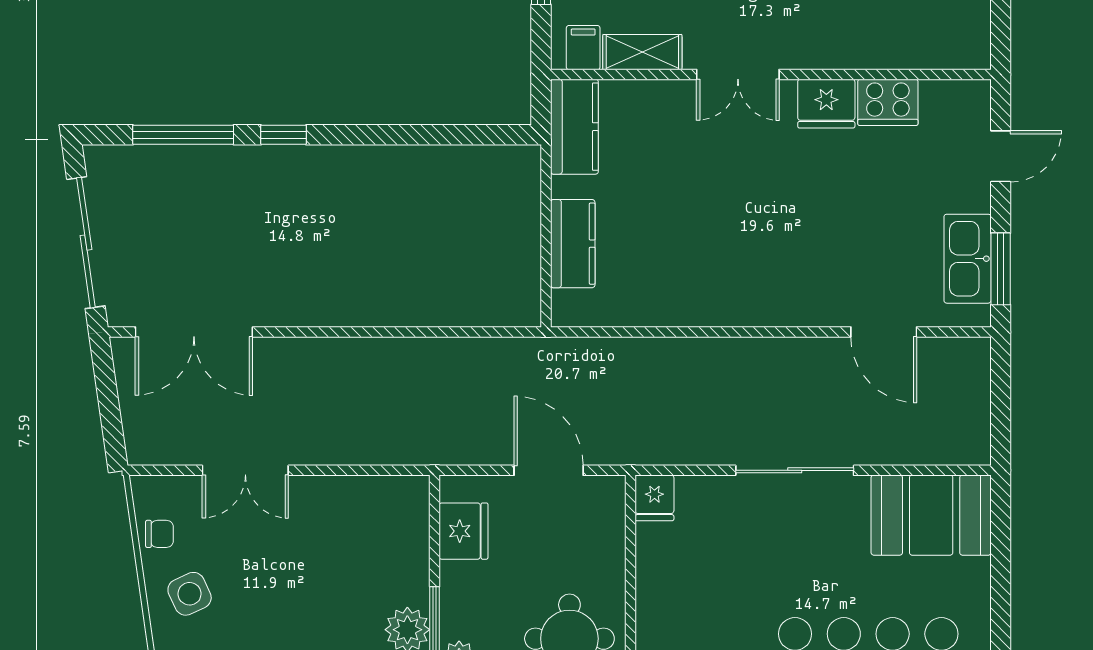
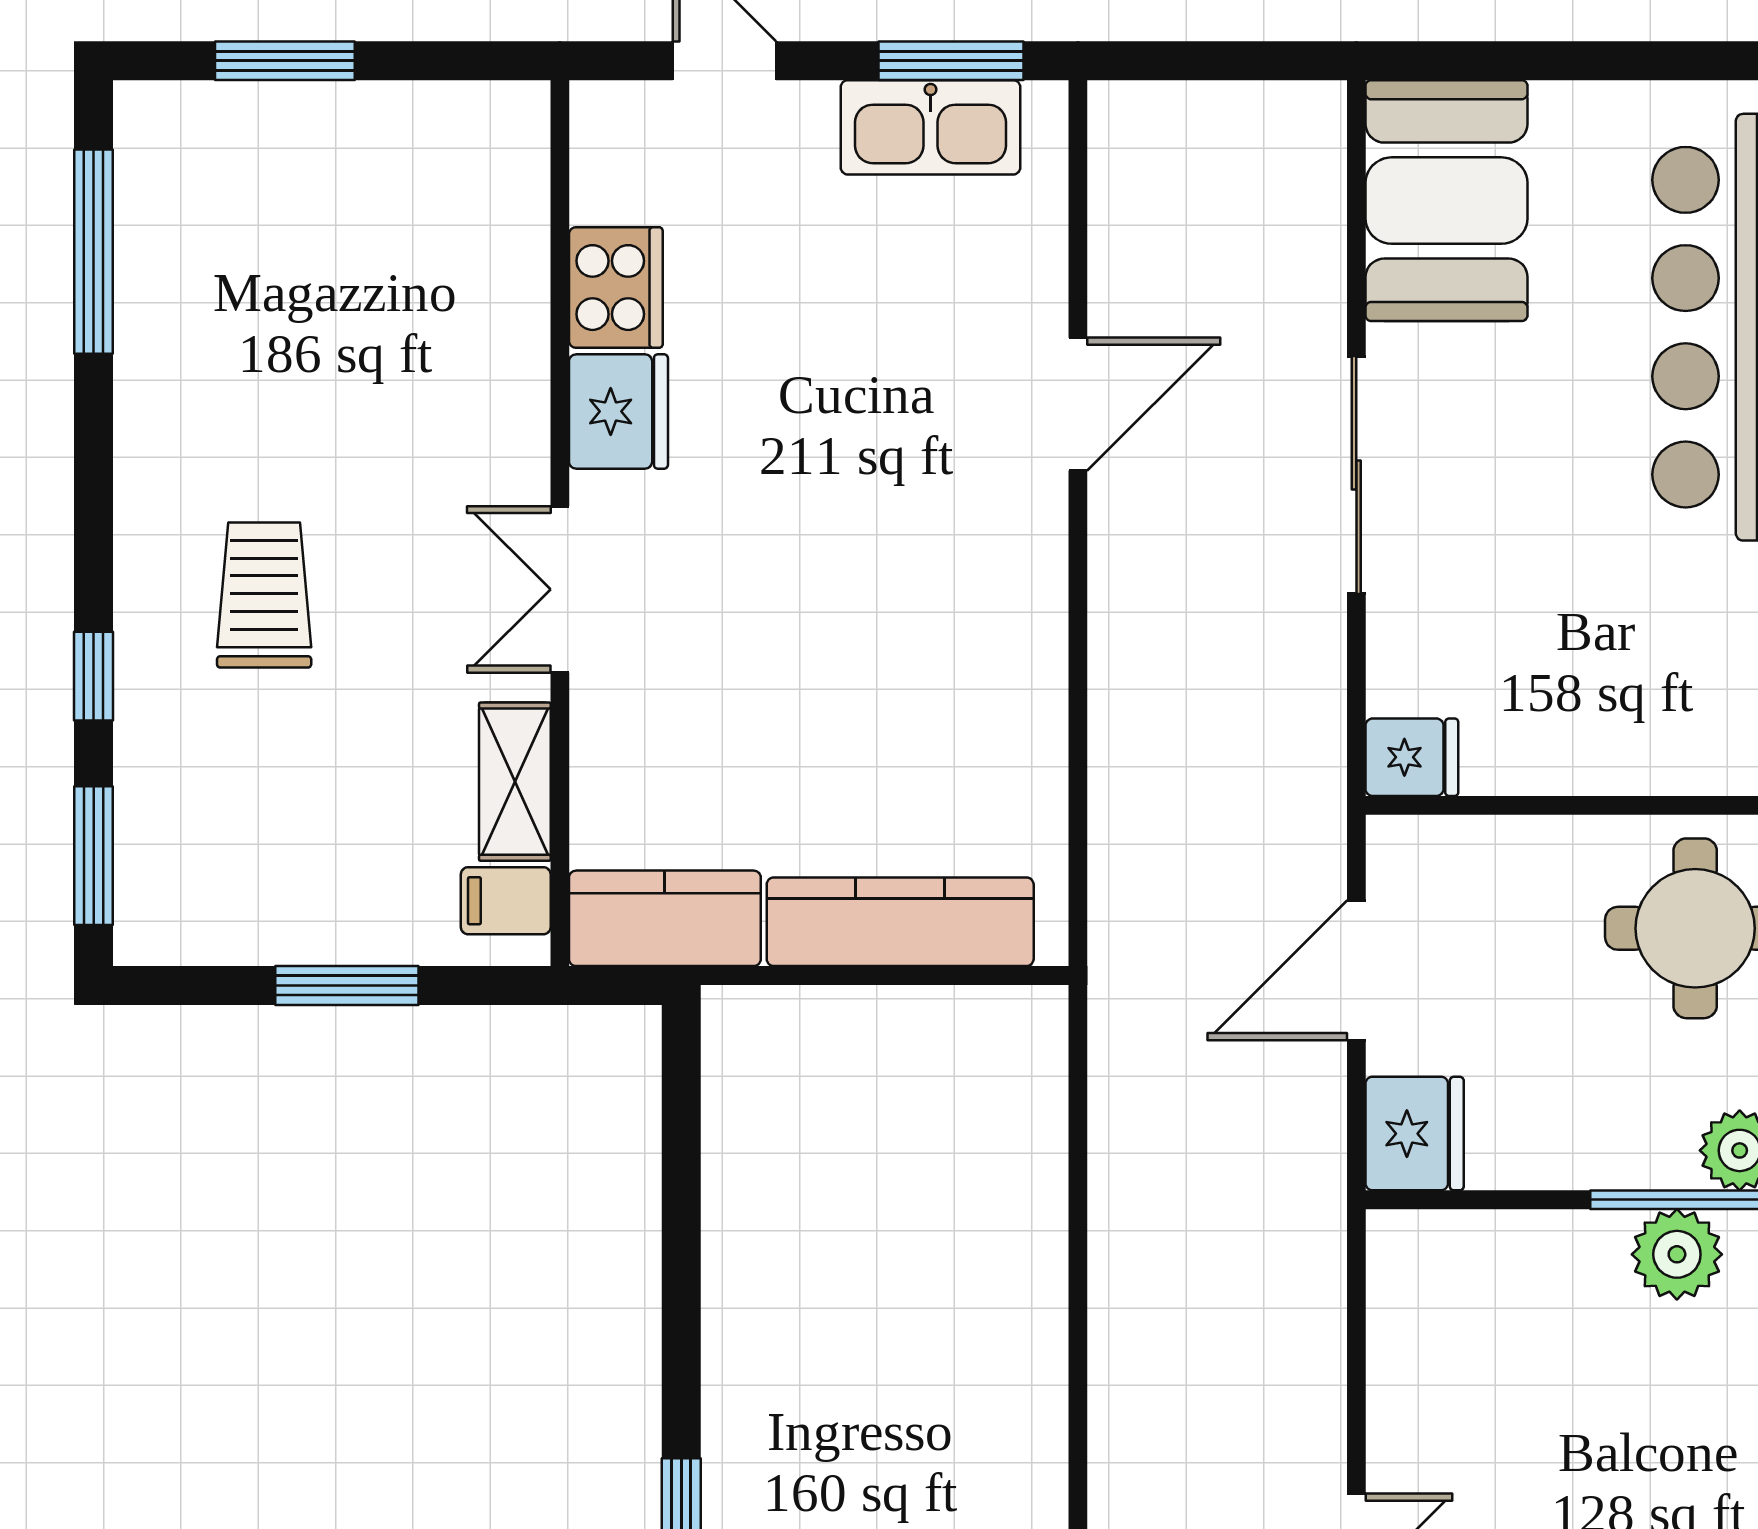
double door: (738, 74) -> (560, 589), swing flipped
kitchen counter: (573, 244) -> (900, 922), width x1.50
door: (884, 332) -> (1078, 404), moved
fridge: (464, 531) -> (1415, 1134), moved, turned 90

